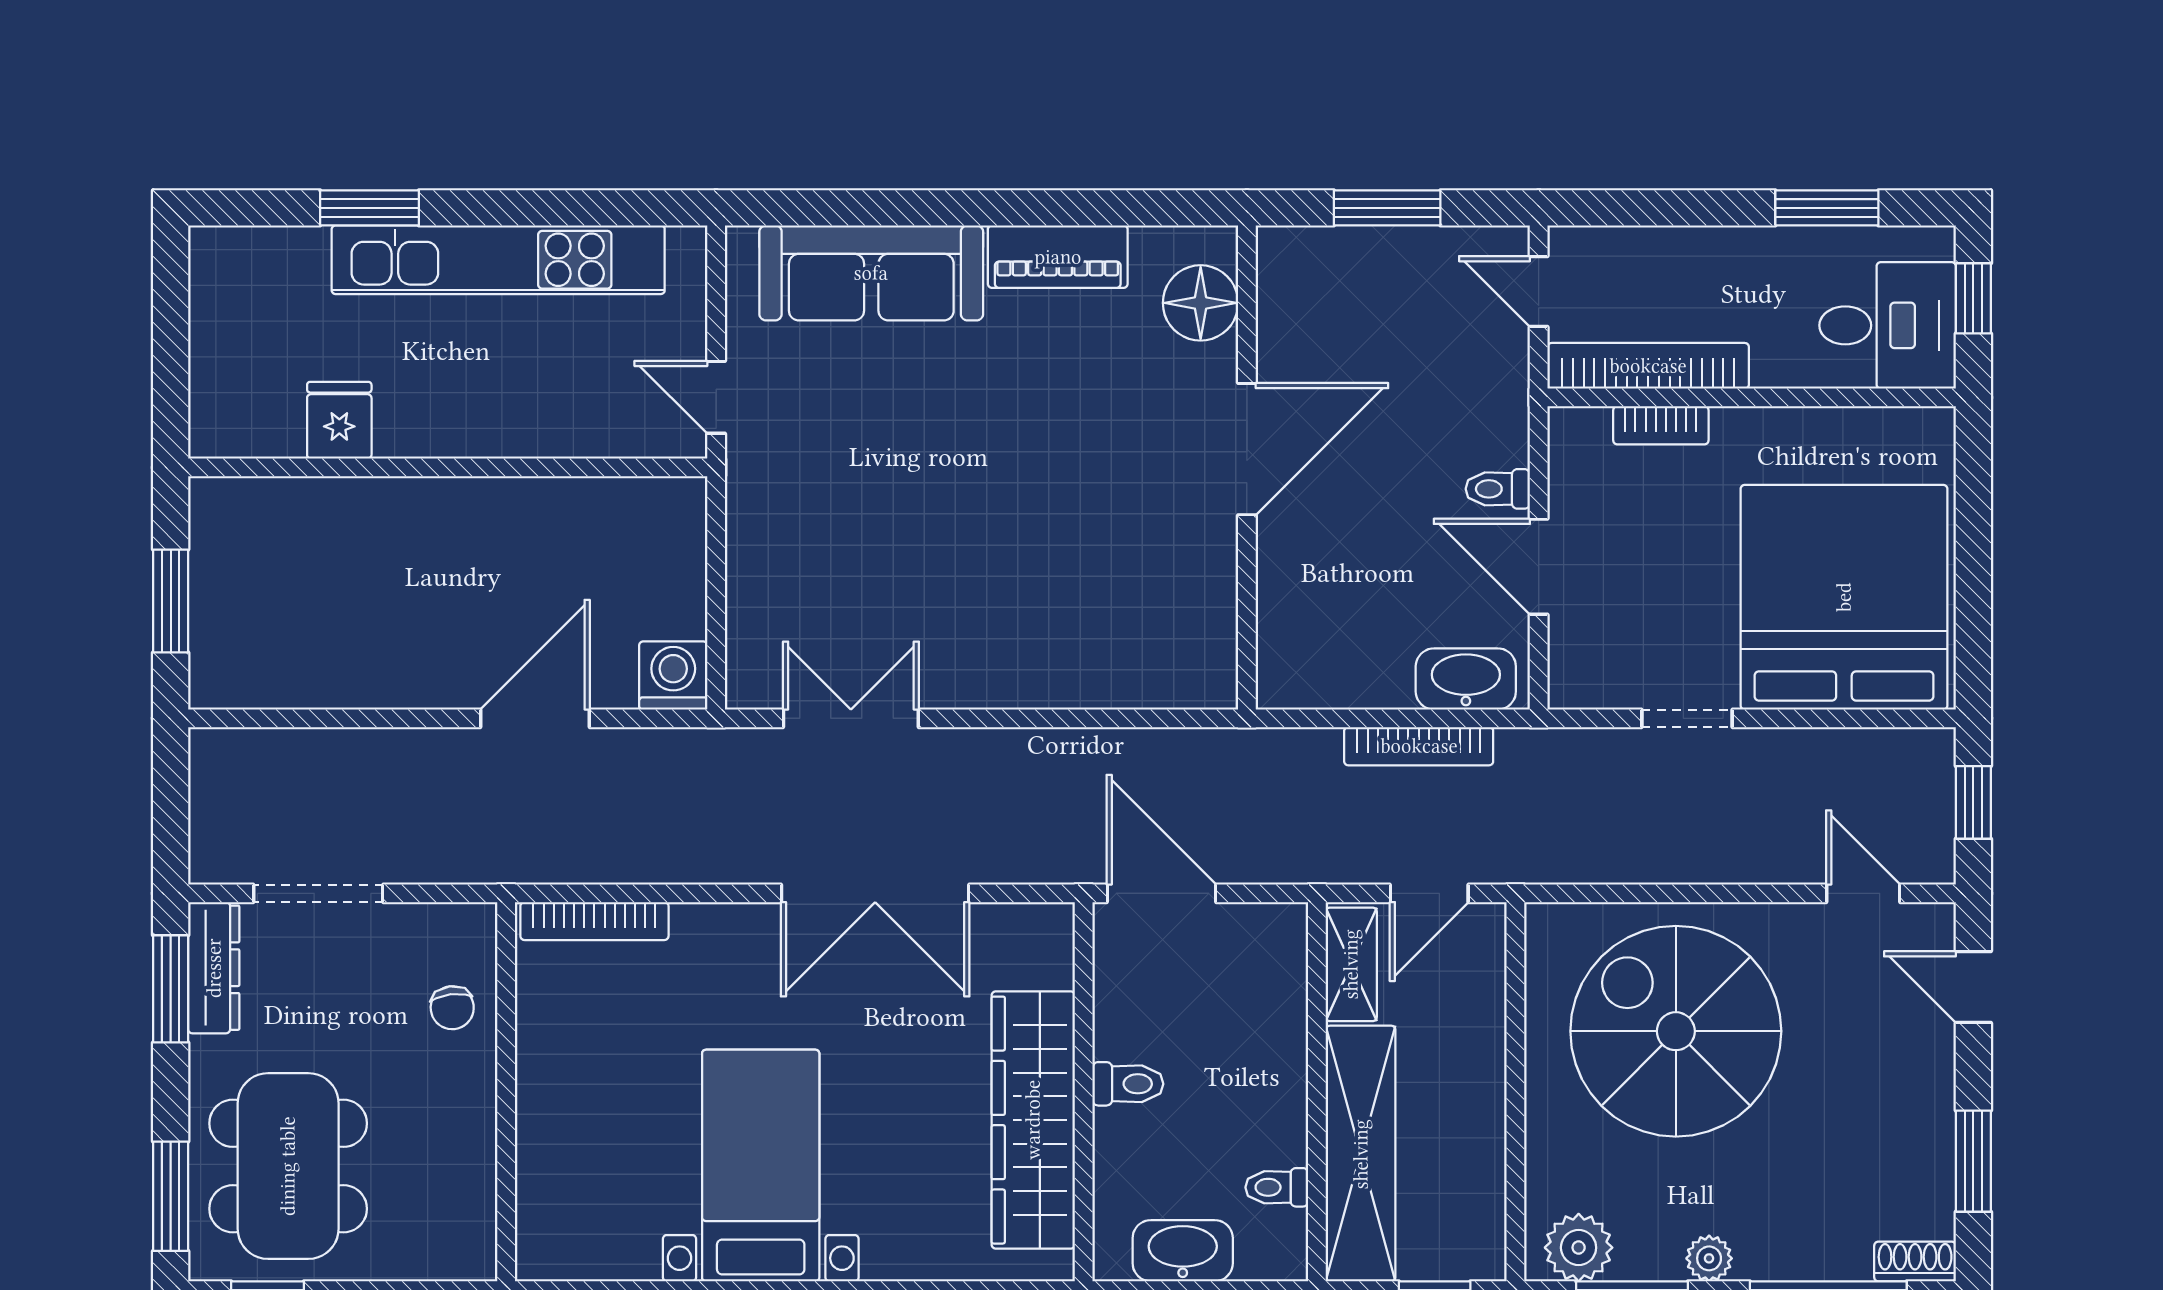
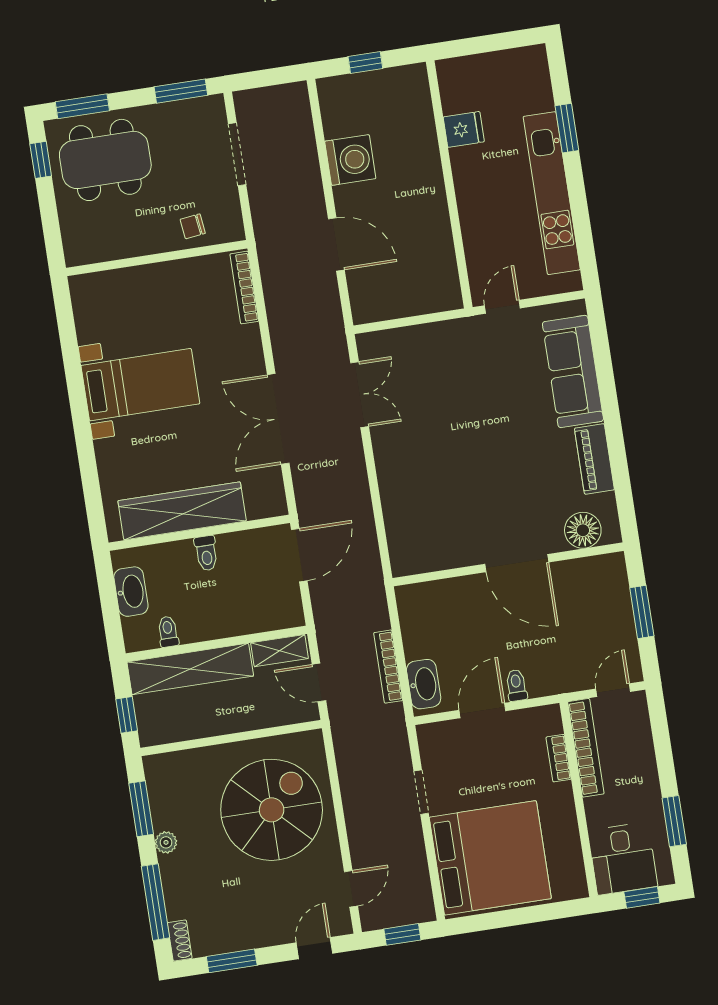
window: (171, 601) -> (365, 62), width x0.67
washing machine: (673, 675) -> (350, 160), moved, width x1.37, depth x1.37
dresser: (214, 968) -> (194, 110), removed
plant: (1579, 1248) -> (162, 780), removed

